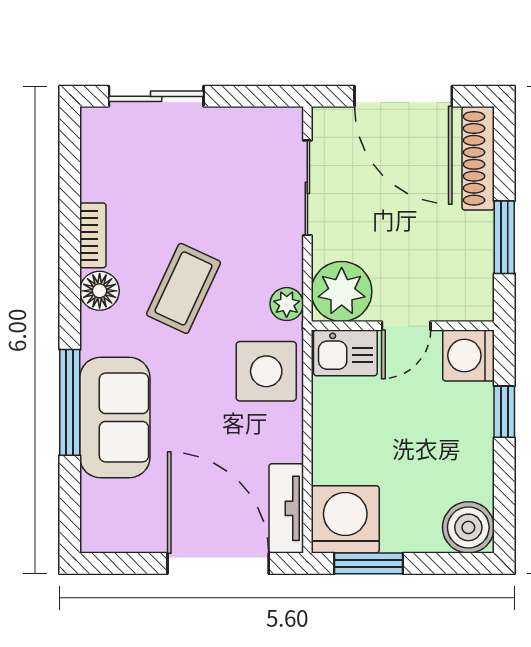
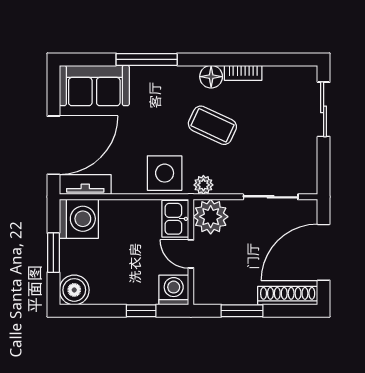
sofa: (115, 418) -> (94, 86), moved
window: (369, 563) -> (53, 253), moved

